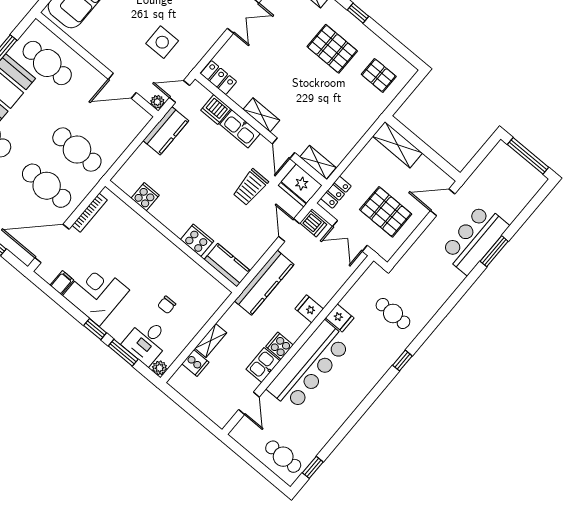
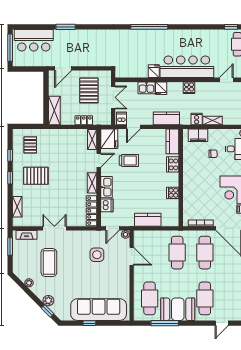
window: (387, 38) -> (10, 155), added
pallet: (332, 49) -> (36, 176), turned 90
locker: (219, 78) -> (92, 211), width x1.53
door: (180, 91) -> (113, 228), hinge flipped
kitchen counter: (166, 131) -> (148, 220), moved
locker: (336, 192) -> (84, 120), moved
cooker: (145, 197) -> (173, 193), moved
door: (443, 202) -> (63, 68), hinge flipped
bar counter: (475, 239) -> (34, 40), moved
kitchen counter: (264, 283) -> (166, 118), width x0.67
filing cabinet: (207, 305) -> (198, 135), added
cafe table: (393, 313) -> (132, 49), removed
window: (402, 361) -> (149, 27), width x3.17
cooker: (195, 363) -> (197, 119), moved
kitchen sink: (263, 365) -> (147, 88), moved

